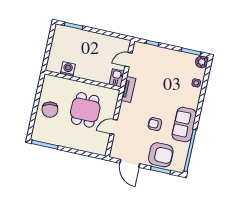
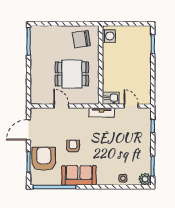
washing machine: (68, 69) -> (109, 36), moved
chair: (50, 110) -> (81, 39), moved
armchair: (161, 155) -> (44, 159), turned 180

